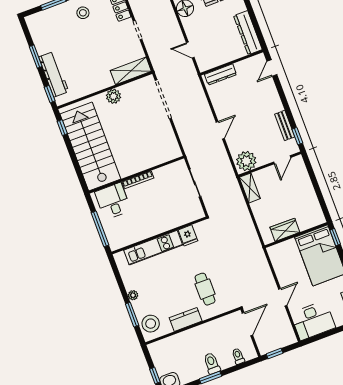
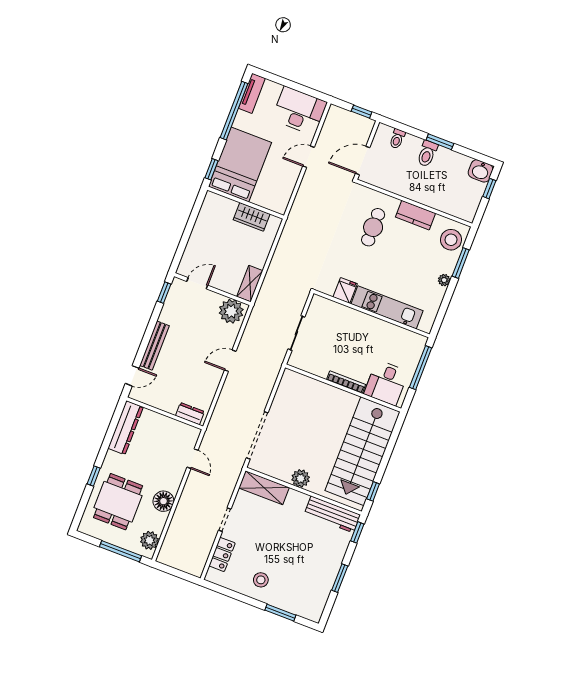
workbench: (54, 74) -> (332, 514), moved, turned -90
dresser: (220, 75) -> (190, 414), width x0.70
bench: (285, 125) -> (154, 346), moved, width x1.36

